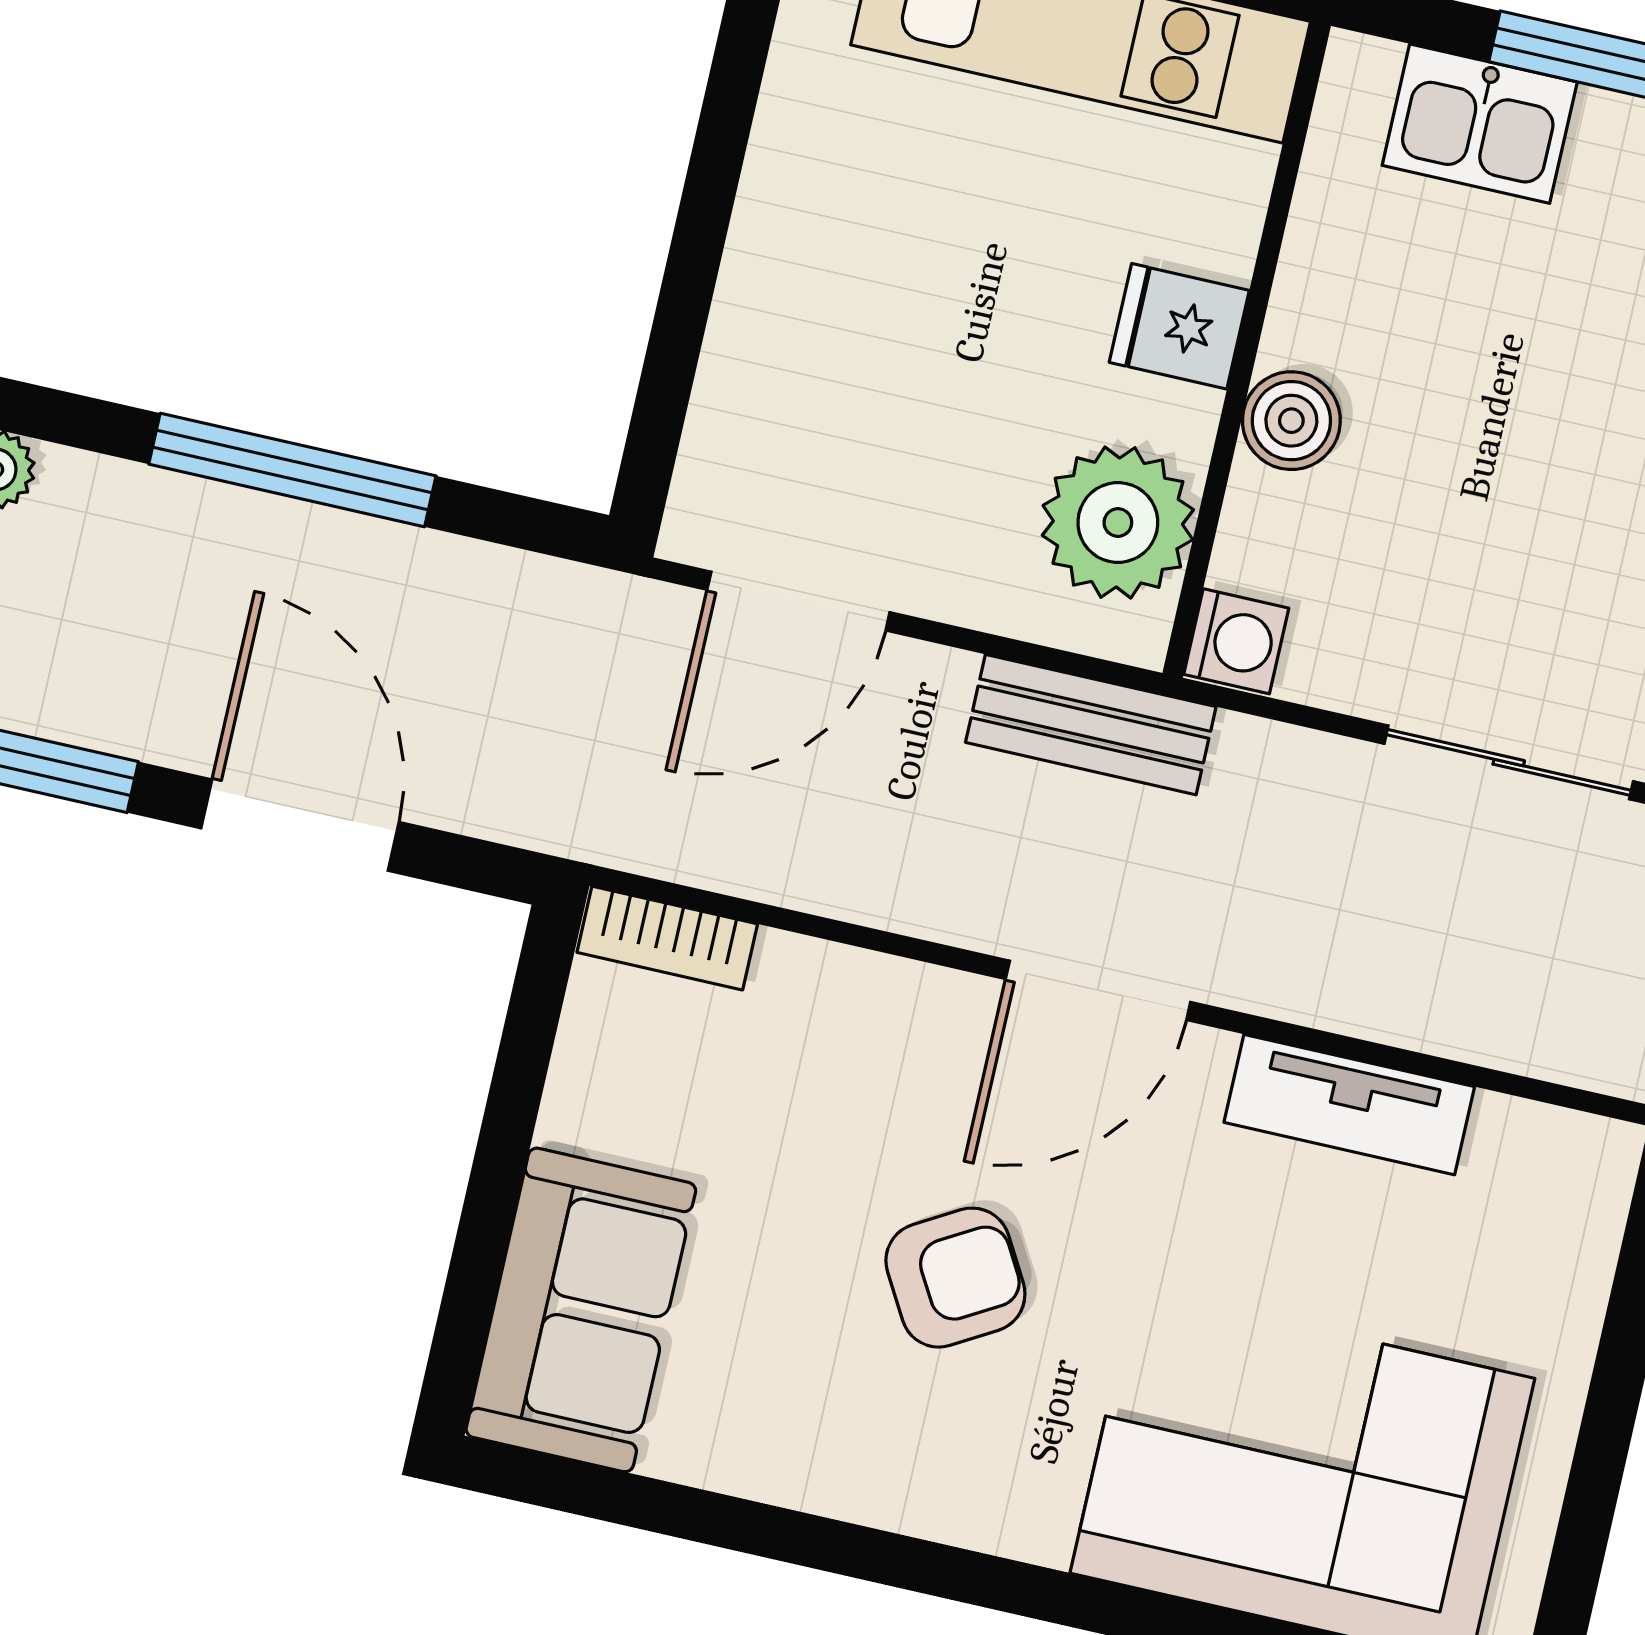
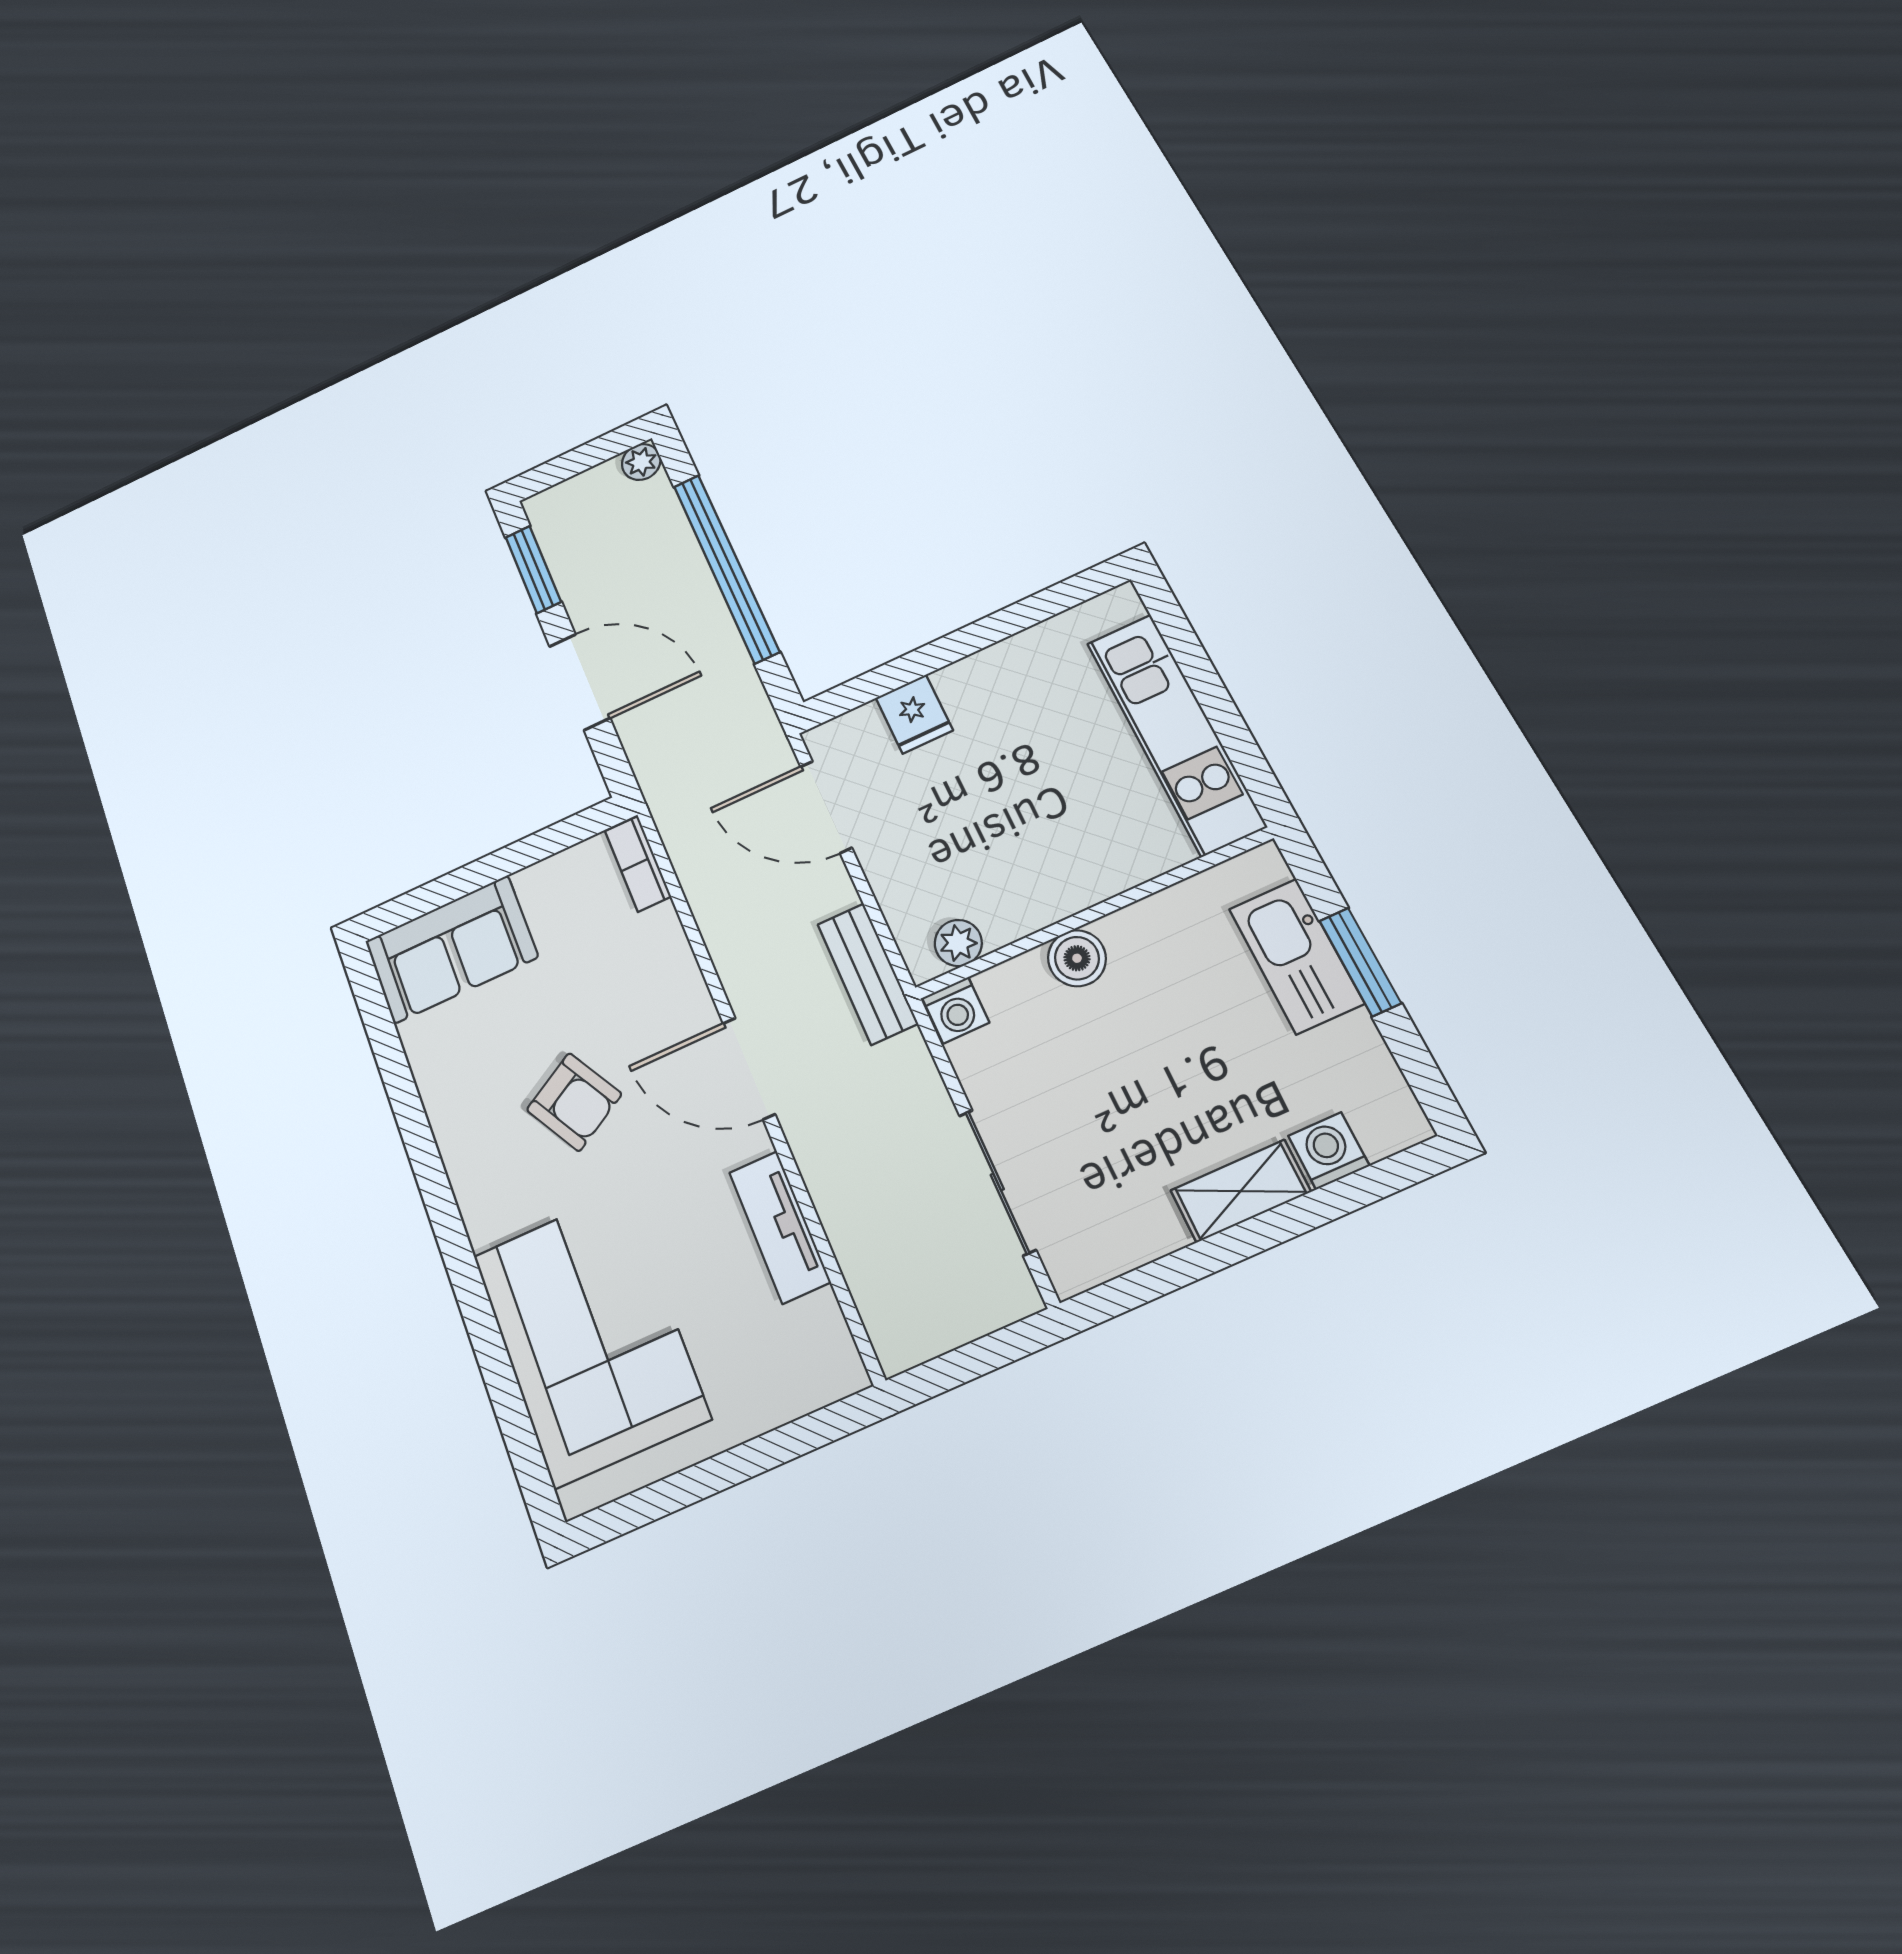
kitchen sink: (1480, 124) -> (1296, 956), width x1.38
fridge: (1179, 326) -> (914, 714), moved, turned 180
window: (292, 470) -> (726, 568), width x1.46
plant: (1118, 523) -> (958, 943), width x0.53, depth x0.53
door: (300, 825) -> (580, 682), hinge flipped

